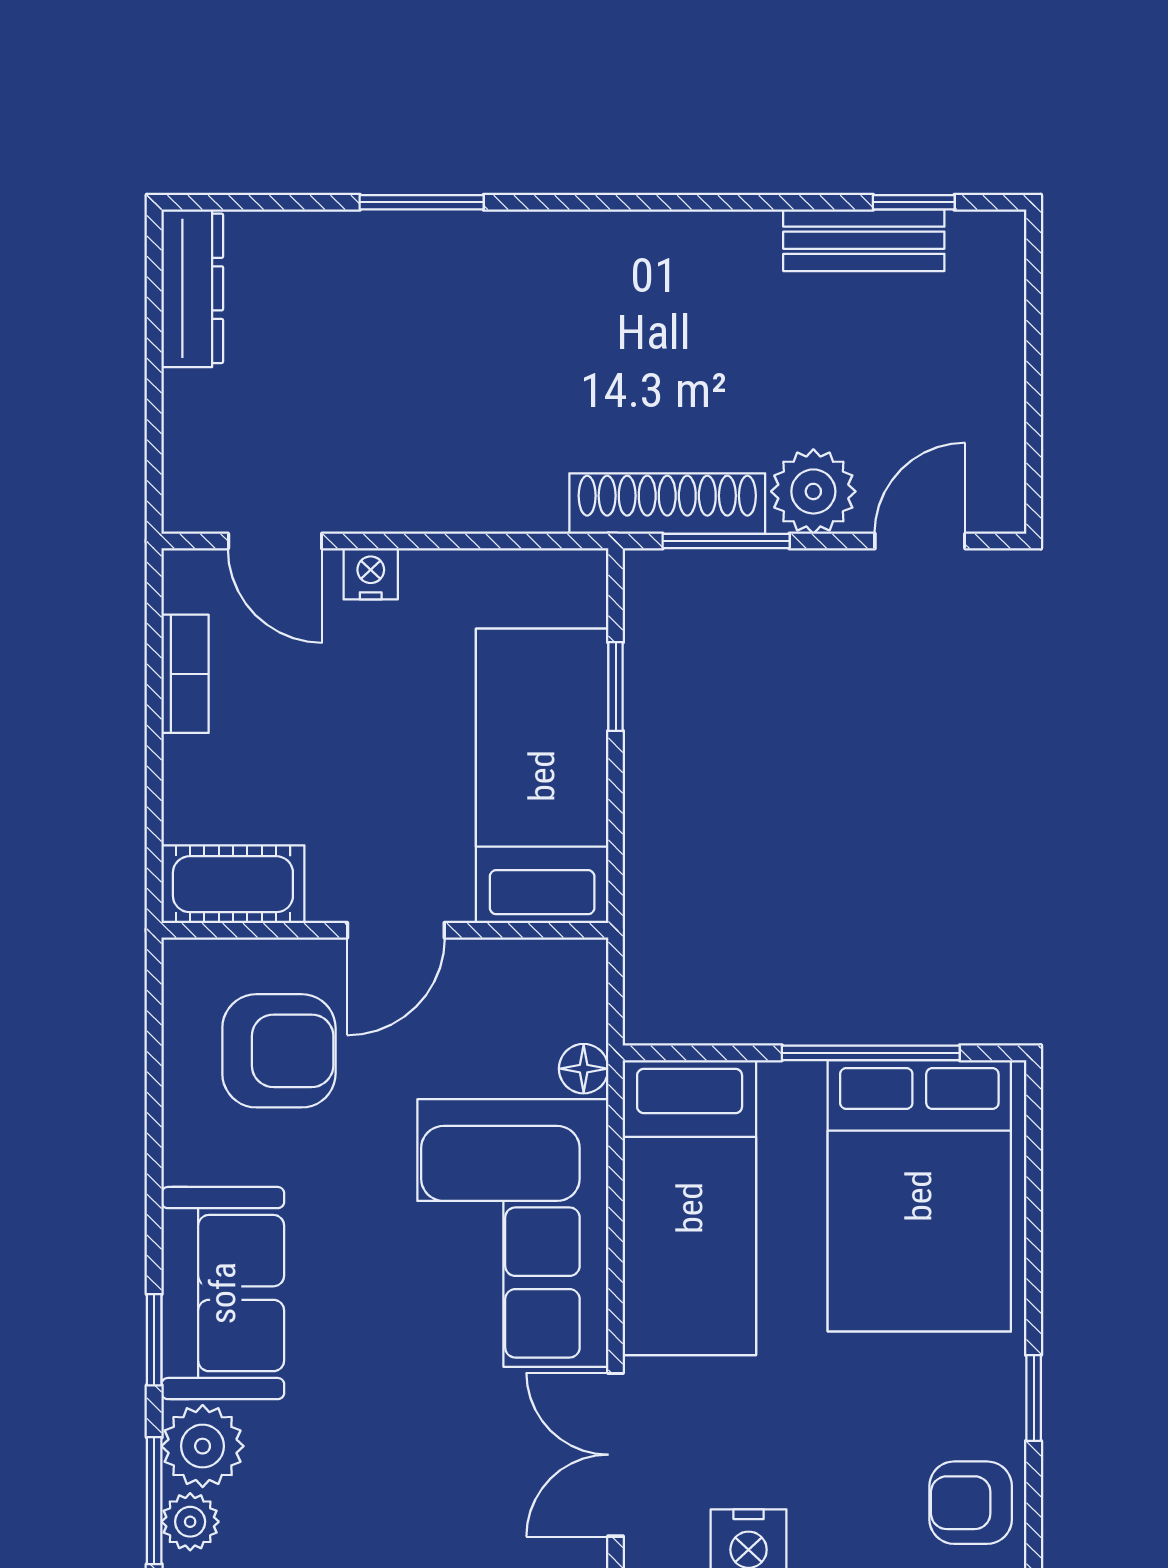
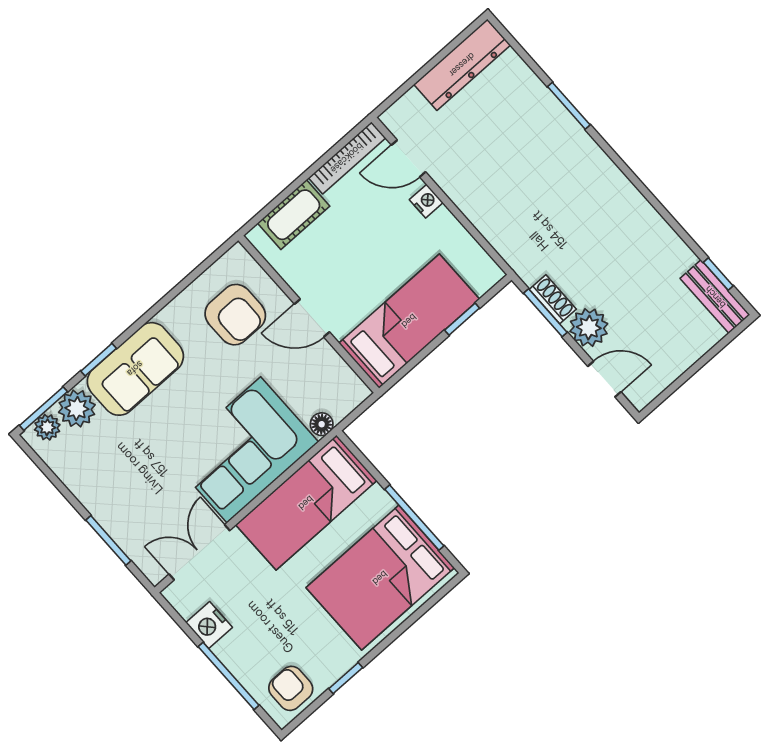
bench: (864, 240) -> (715, 297), moved
dresser: (192, 288) -> (462, 65), width x1.37, depth x1.24
shoe rack: (667, 504) -> (553, 299), width x0.51, depth x0.81
door: (275, 541) -> (408, 158), hinge flipped
bookcase: (185, 674) -> (347, 158), width x1.56
cot: (233, 884) -> (294, 215), moved, turned 90

